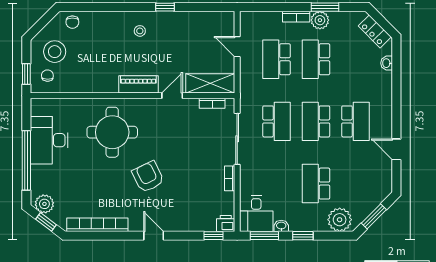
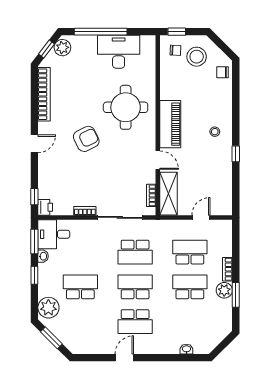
locker: (375, 31) -> (214, 339), removed
piano: (138, 84) -> (170, 124), width x1.37, depth x1.33
door: (396, 149) -> (124, 358), moved

